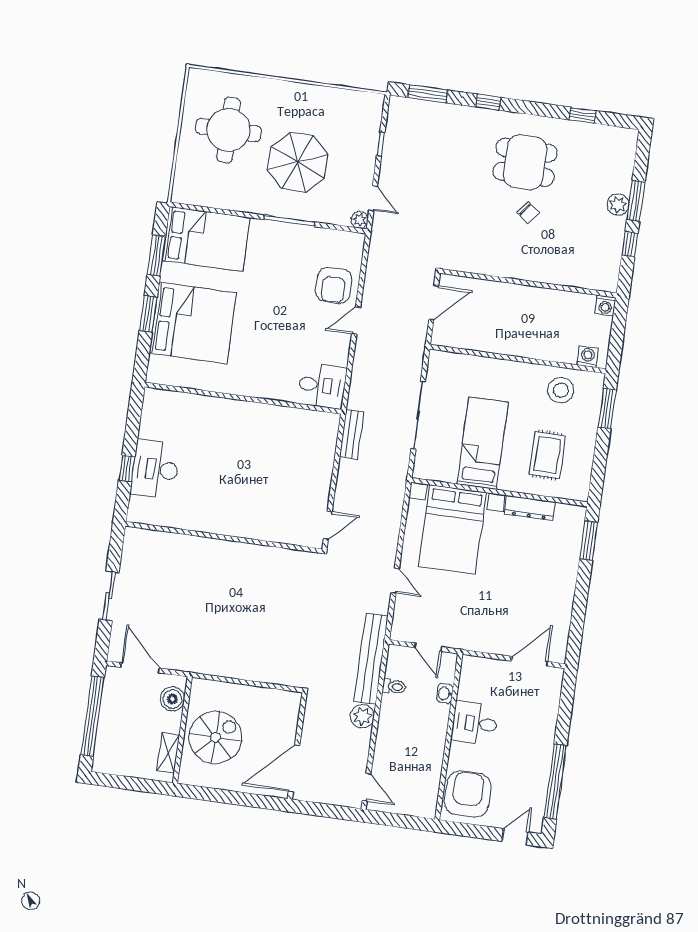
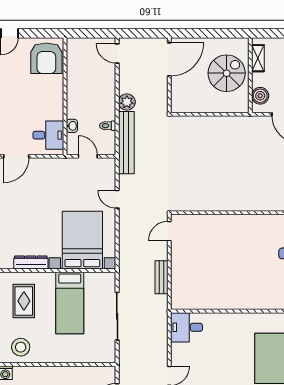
bench: (352, 434) -> (161, 277), moved
desk: (475, 723) -> (48, 135), moved
spiral stairs: (216, 737) -> (227, 73), turned 180

